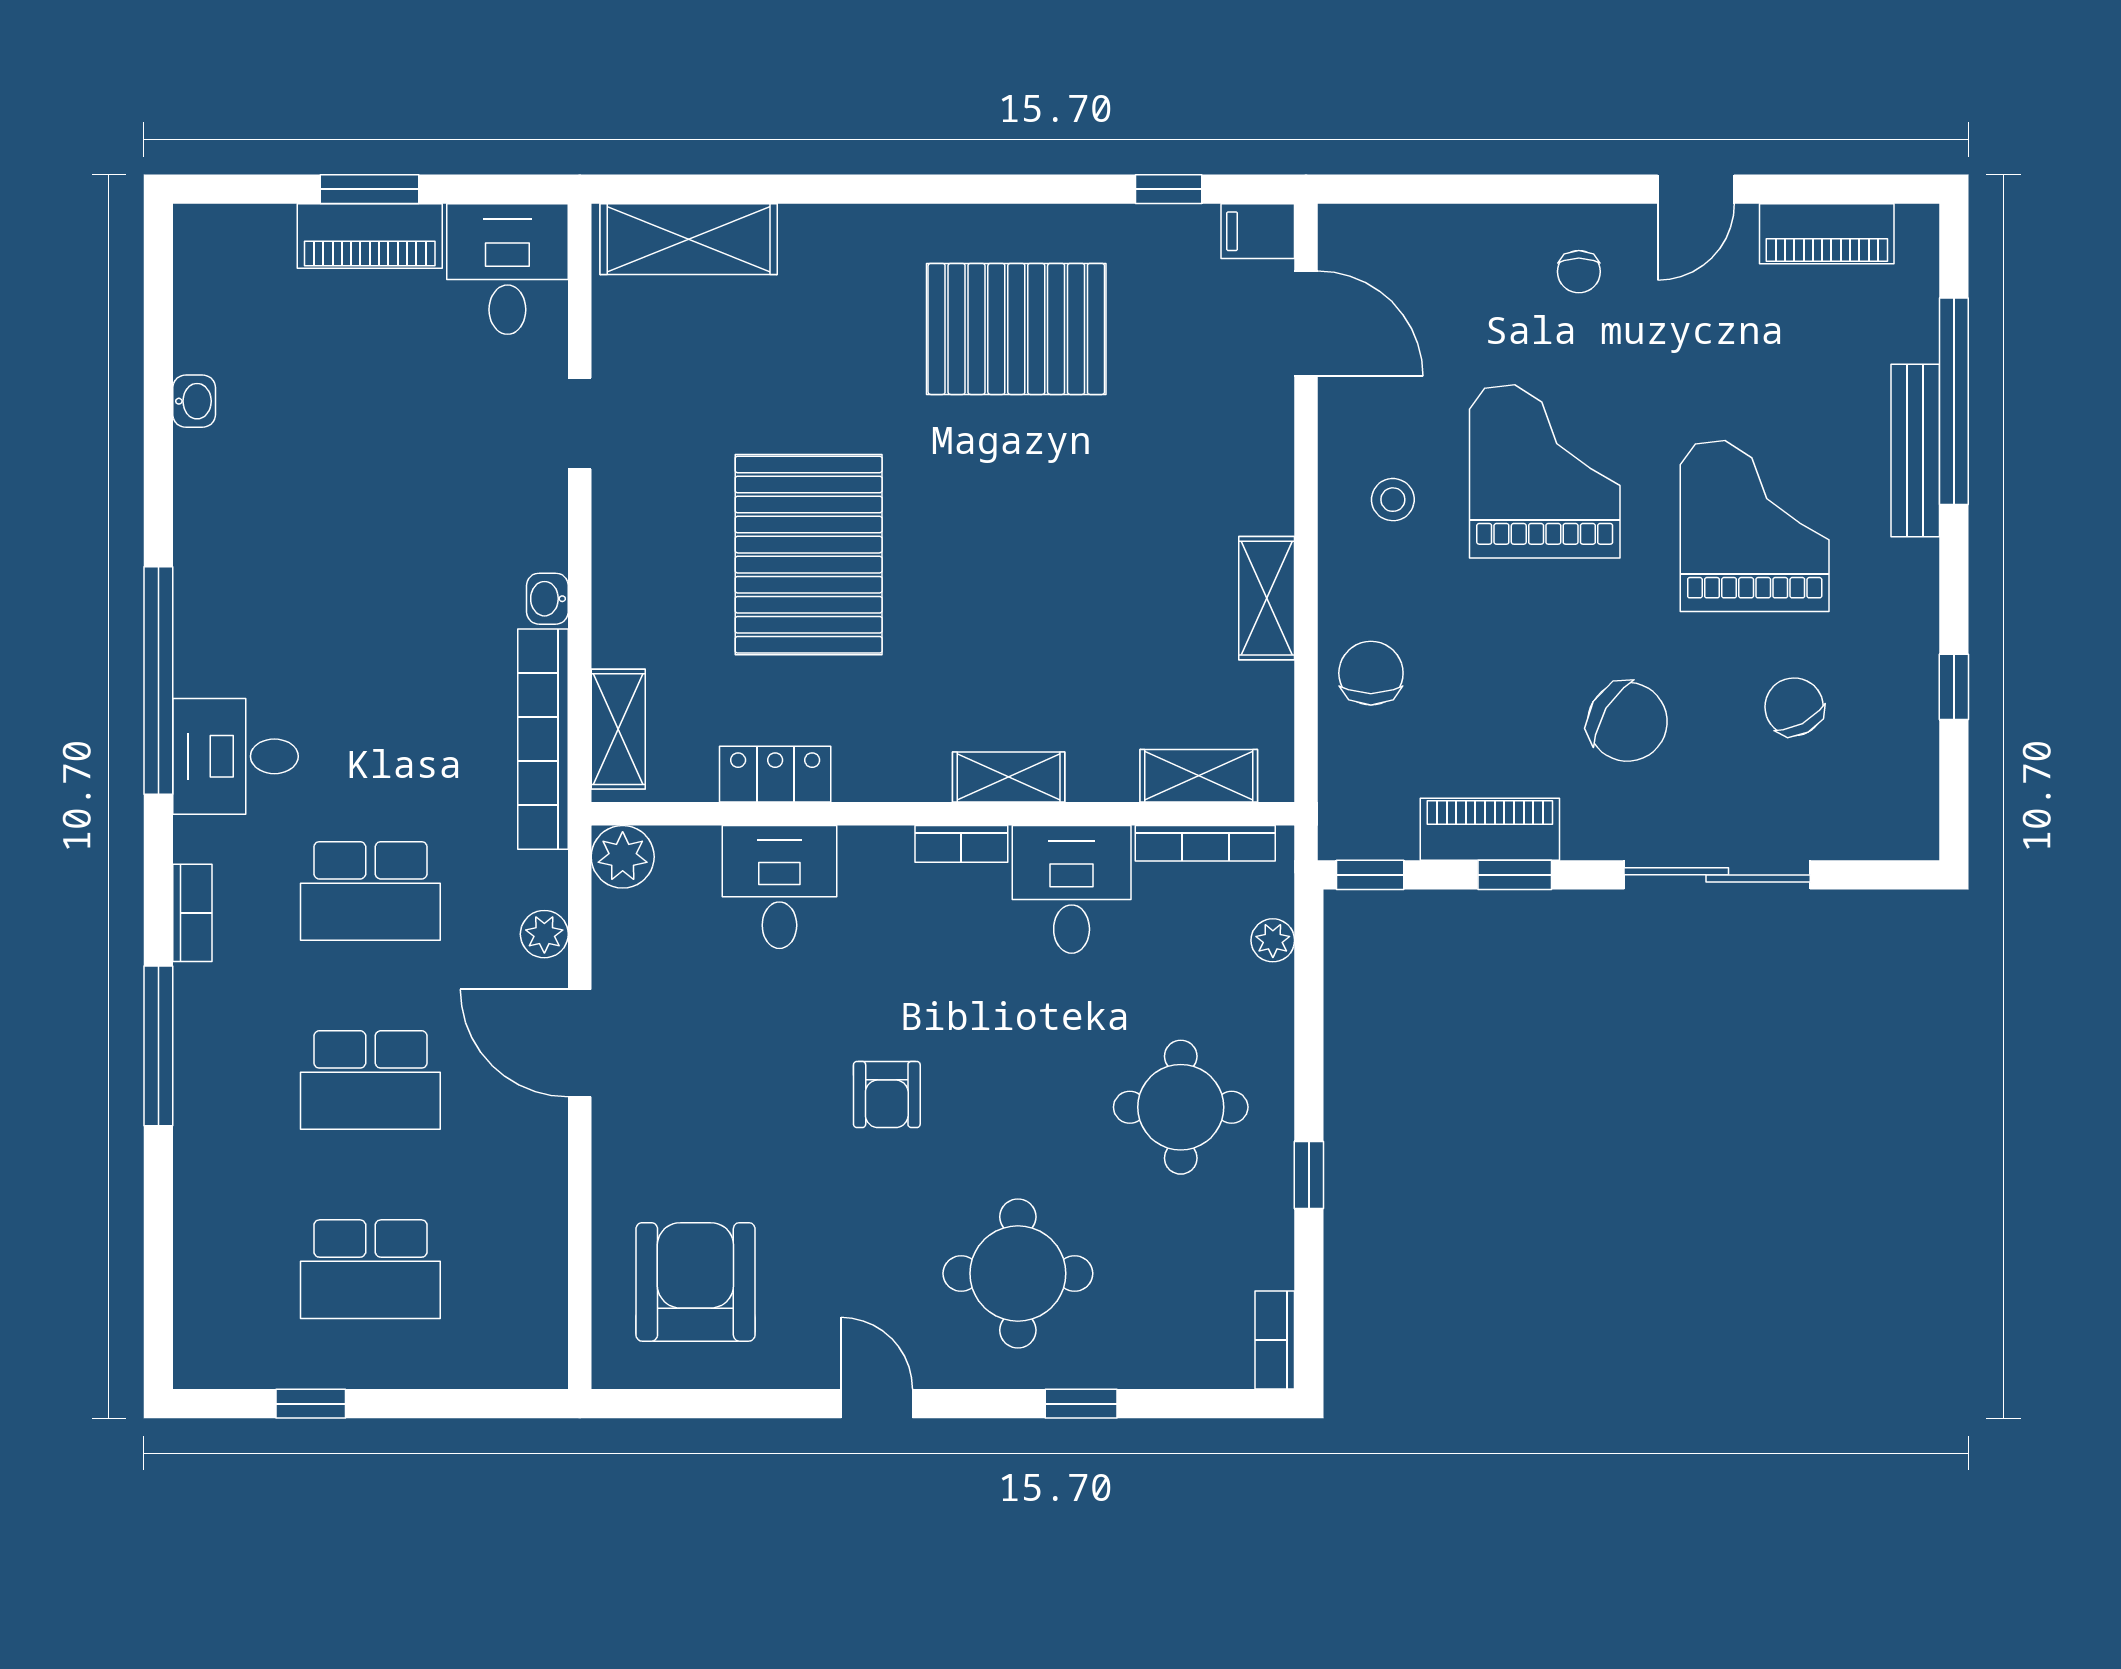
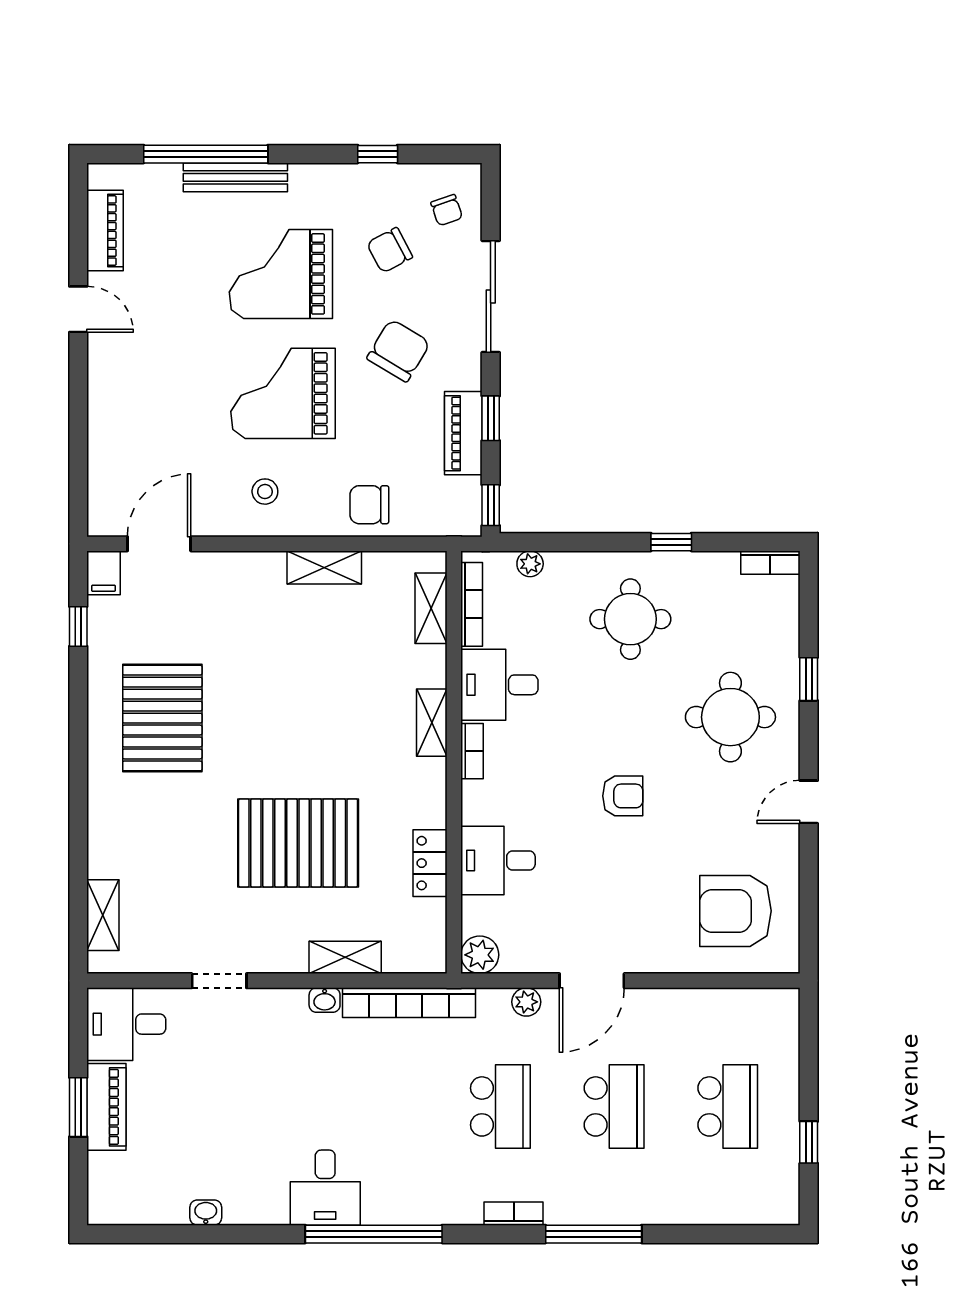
shelving: (689, 239) -> (103, 915), width x0.67, depth x0.75
chair: (1579, 272) -> (447, 210), moved, turned 71
grand piano: (1545, 471) -> (283, 393), moved
shelving: (618, 729) -> (345, 957), moved
desk: (236, 756) -> (325, 1188), moved

